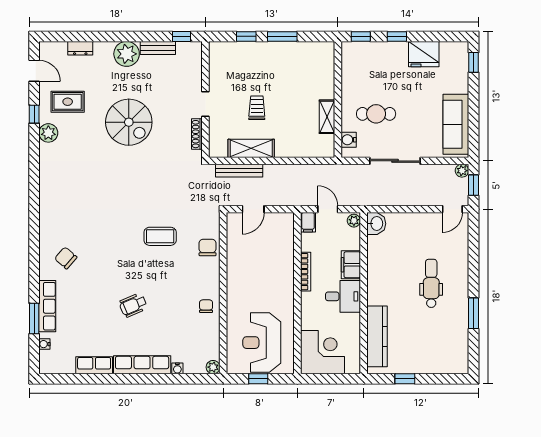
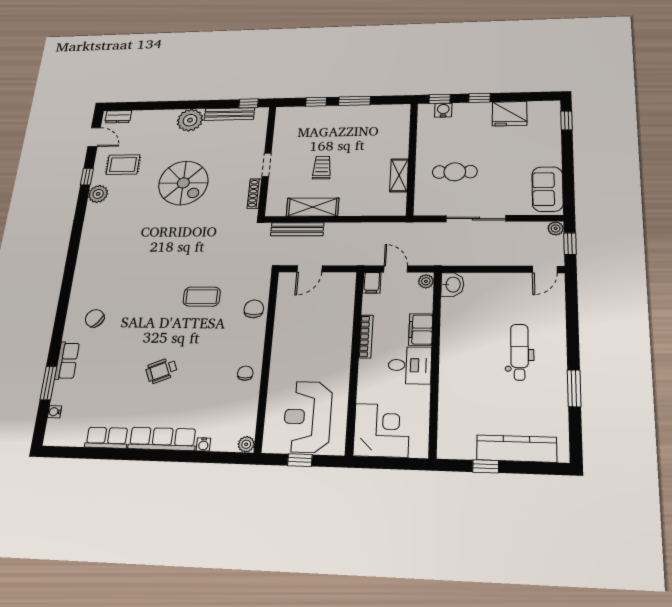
dresser: (80, 48) -> (118, 117), moved
bench: (158, 48) -> (229, 114), width x1.36
sofa: (456, 124) -> (547, 189), width x0.73
water cooler: (349, 140) -> (443, 110), moved, turned 90
row of seats: (47, 306) -> (67, 361), width x0.68
kitchen counter: (377, 336) -> (517, 449), moved, turned -90

